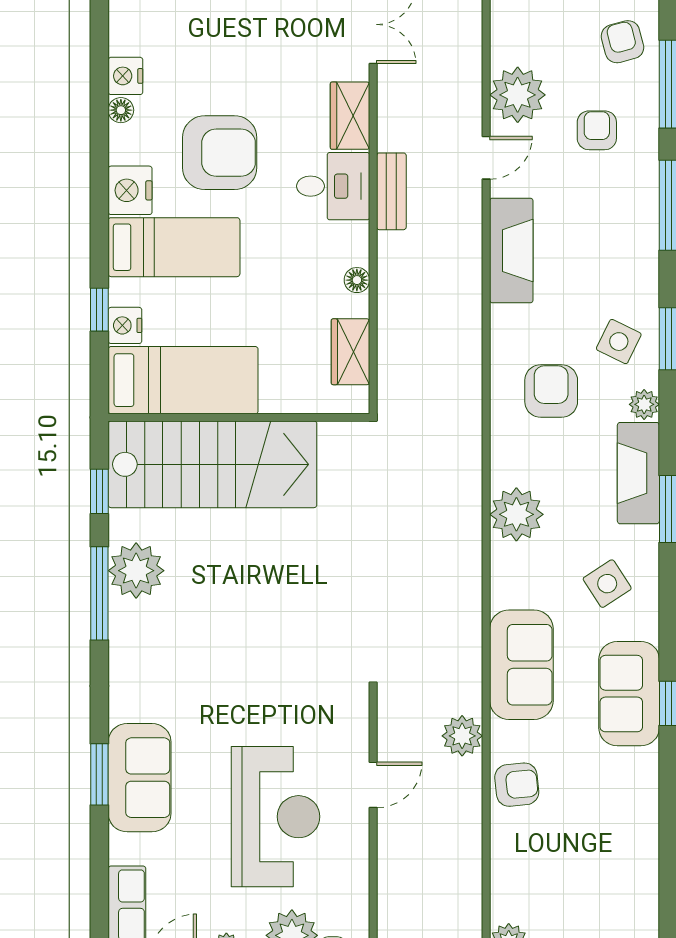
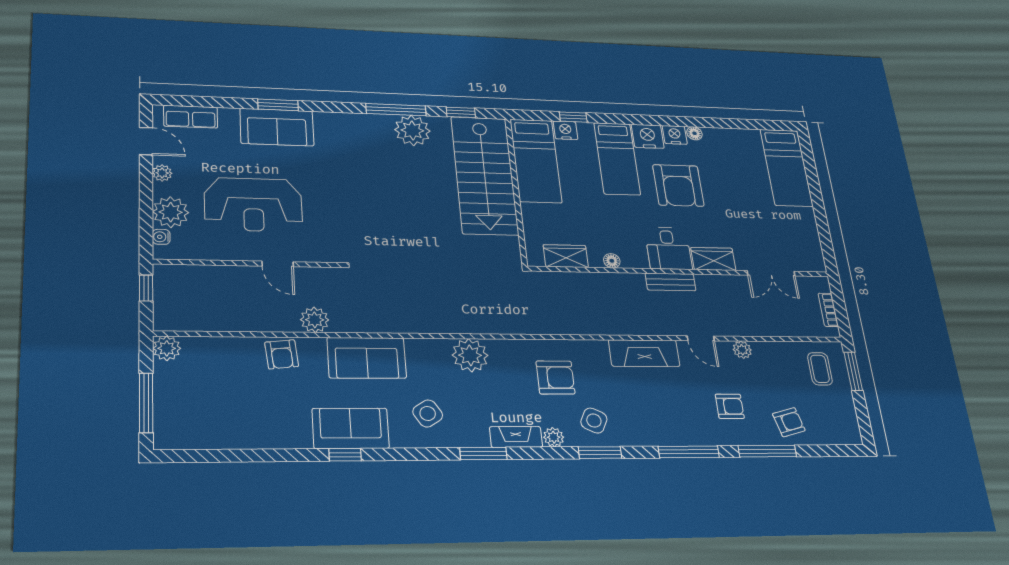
nightstand: (125, 76) -> (675, 135), moved
plant: (518, 95) -> (742, 350), width x0.53, depth x0.53
fireplace: (638, 473) -> (516, 437), width x0.73, depth x0.76

